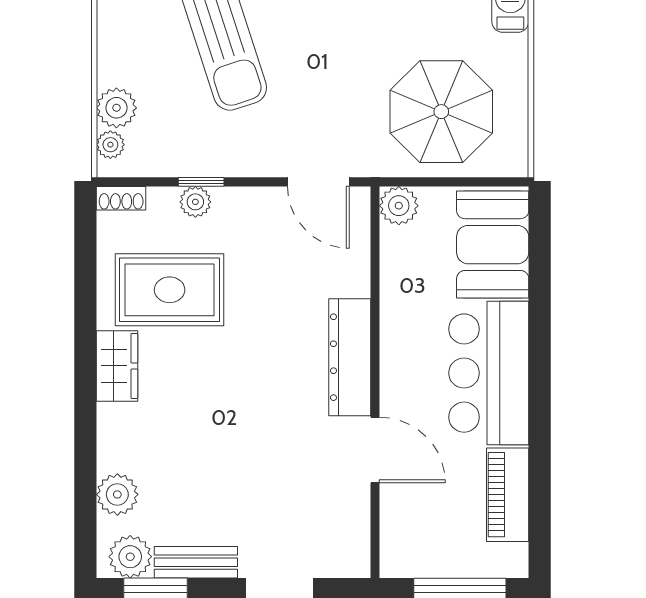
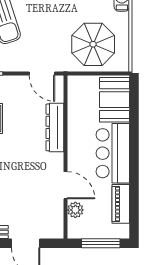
plant: (399, 206) -> (75, 210), moved
dresser: (350, 357) -> (55, 127), moved

